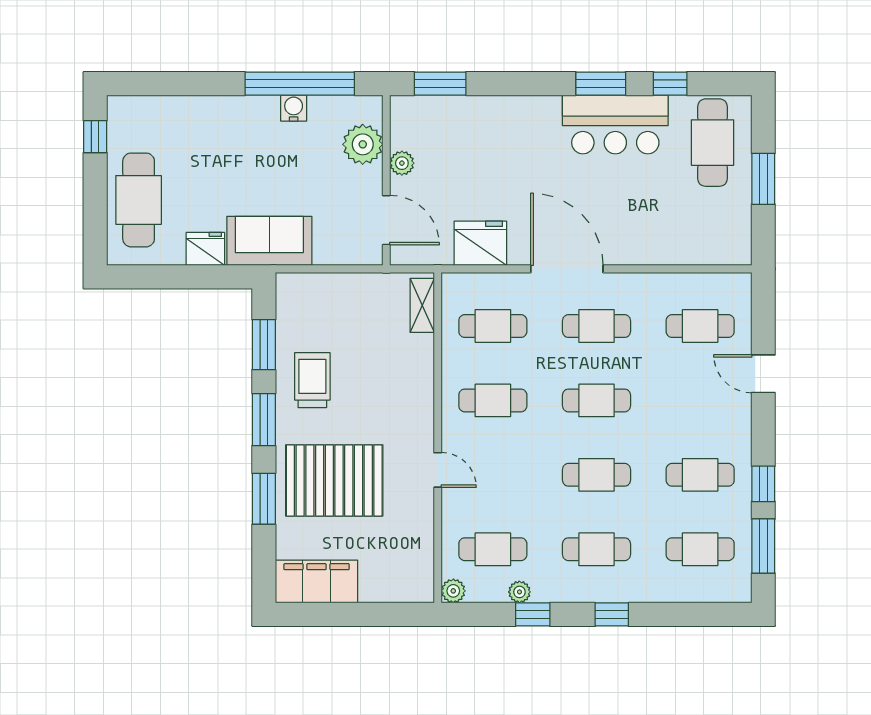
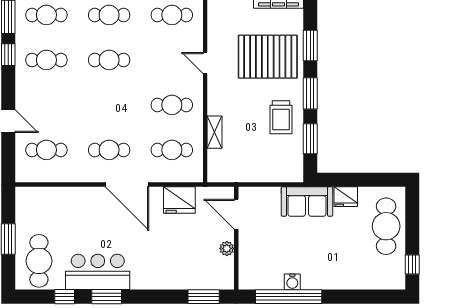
plant: (363, 144) -> (250, 260), removed
shelving: (422, 305) -> (215, 132), moved
cafe table: (597, 400) -> (109, 105), removed

